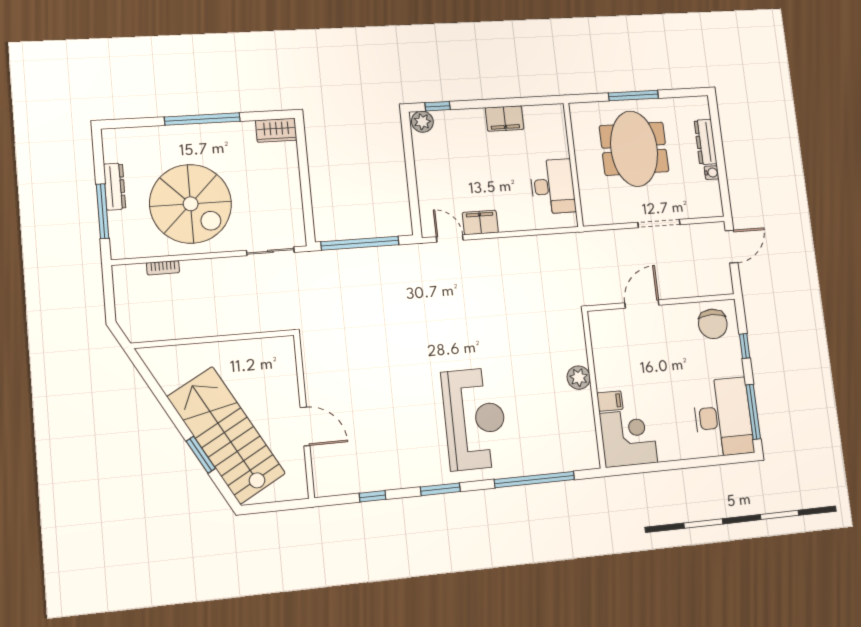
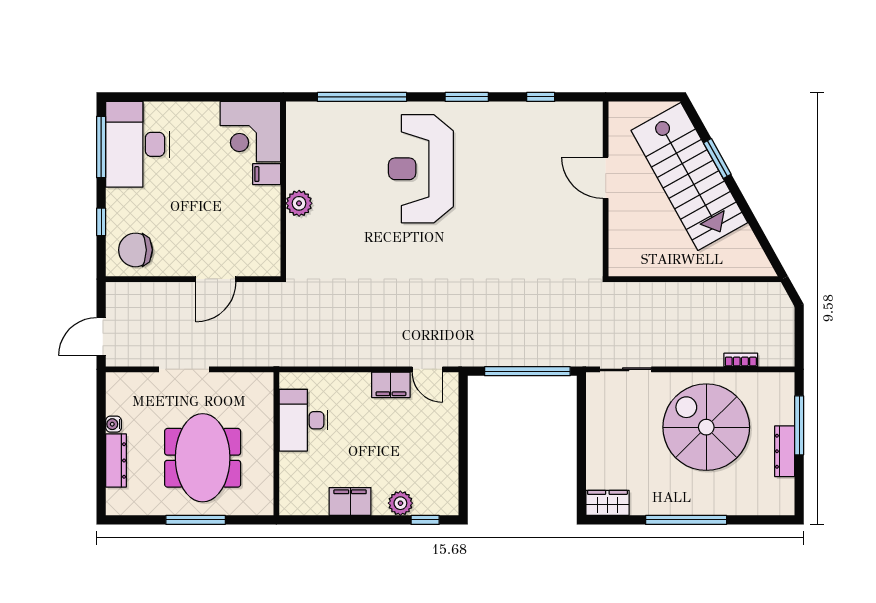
plant: (422, 122) -> (400, 503), moved
chair: (713, 324) -> (135, 250), turned -90

